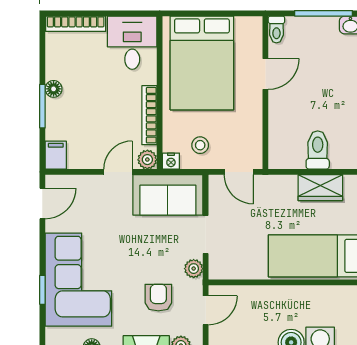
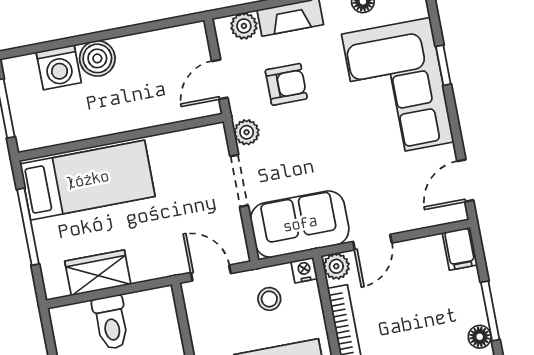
armchair: (158, 298) -> (286, 84), turned -90

